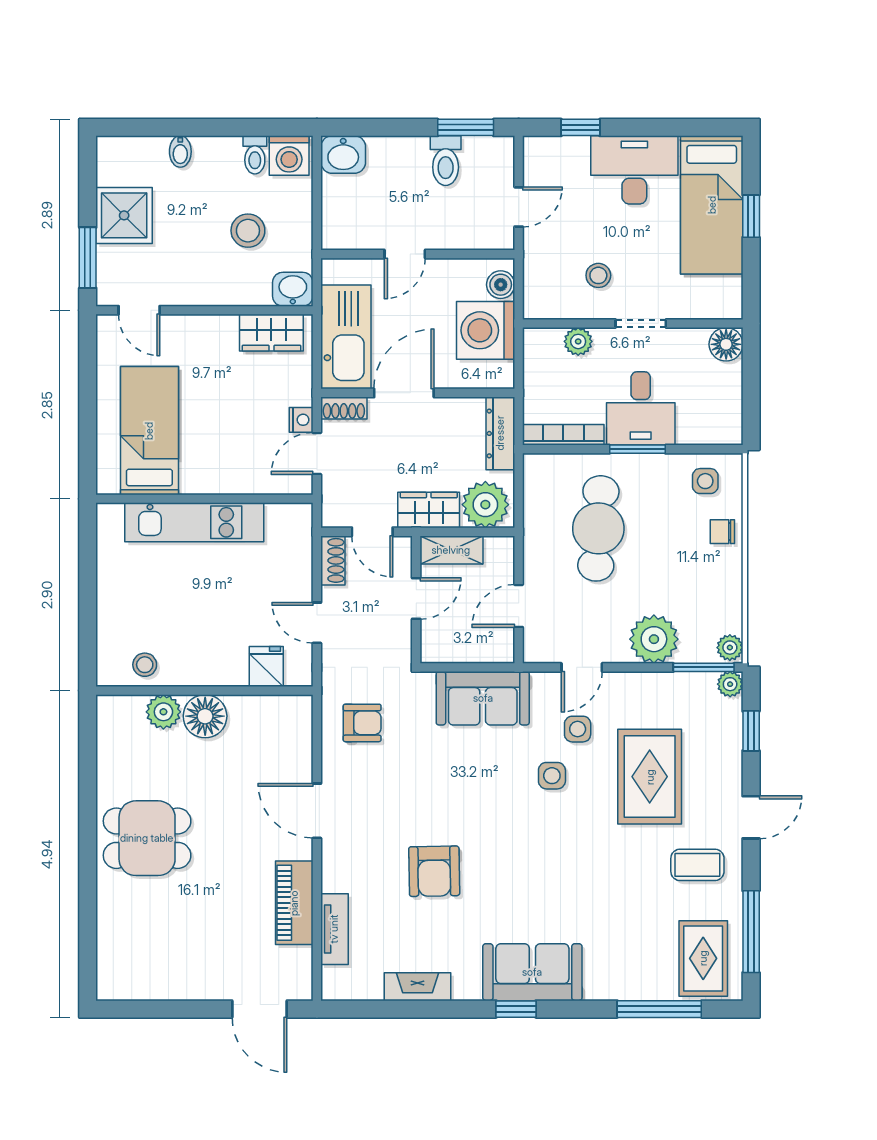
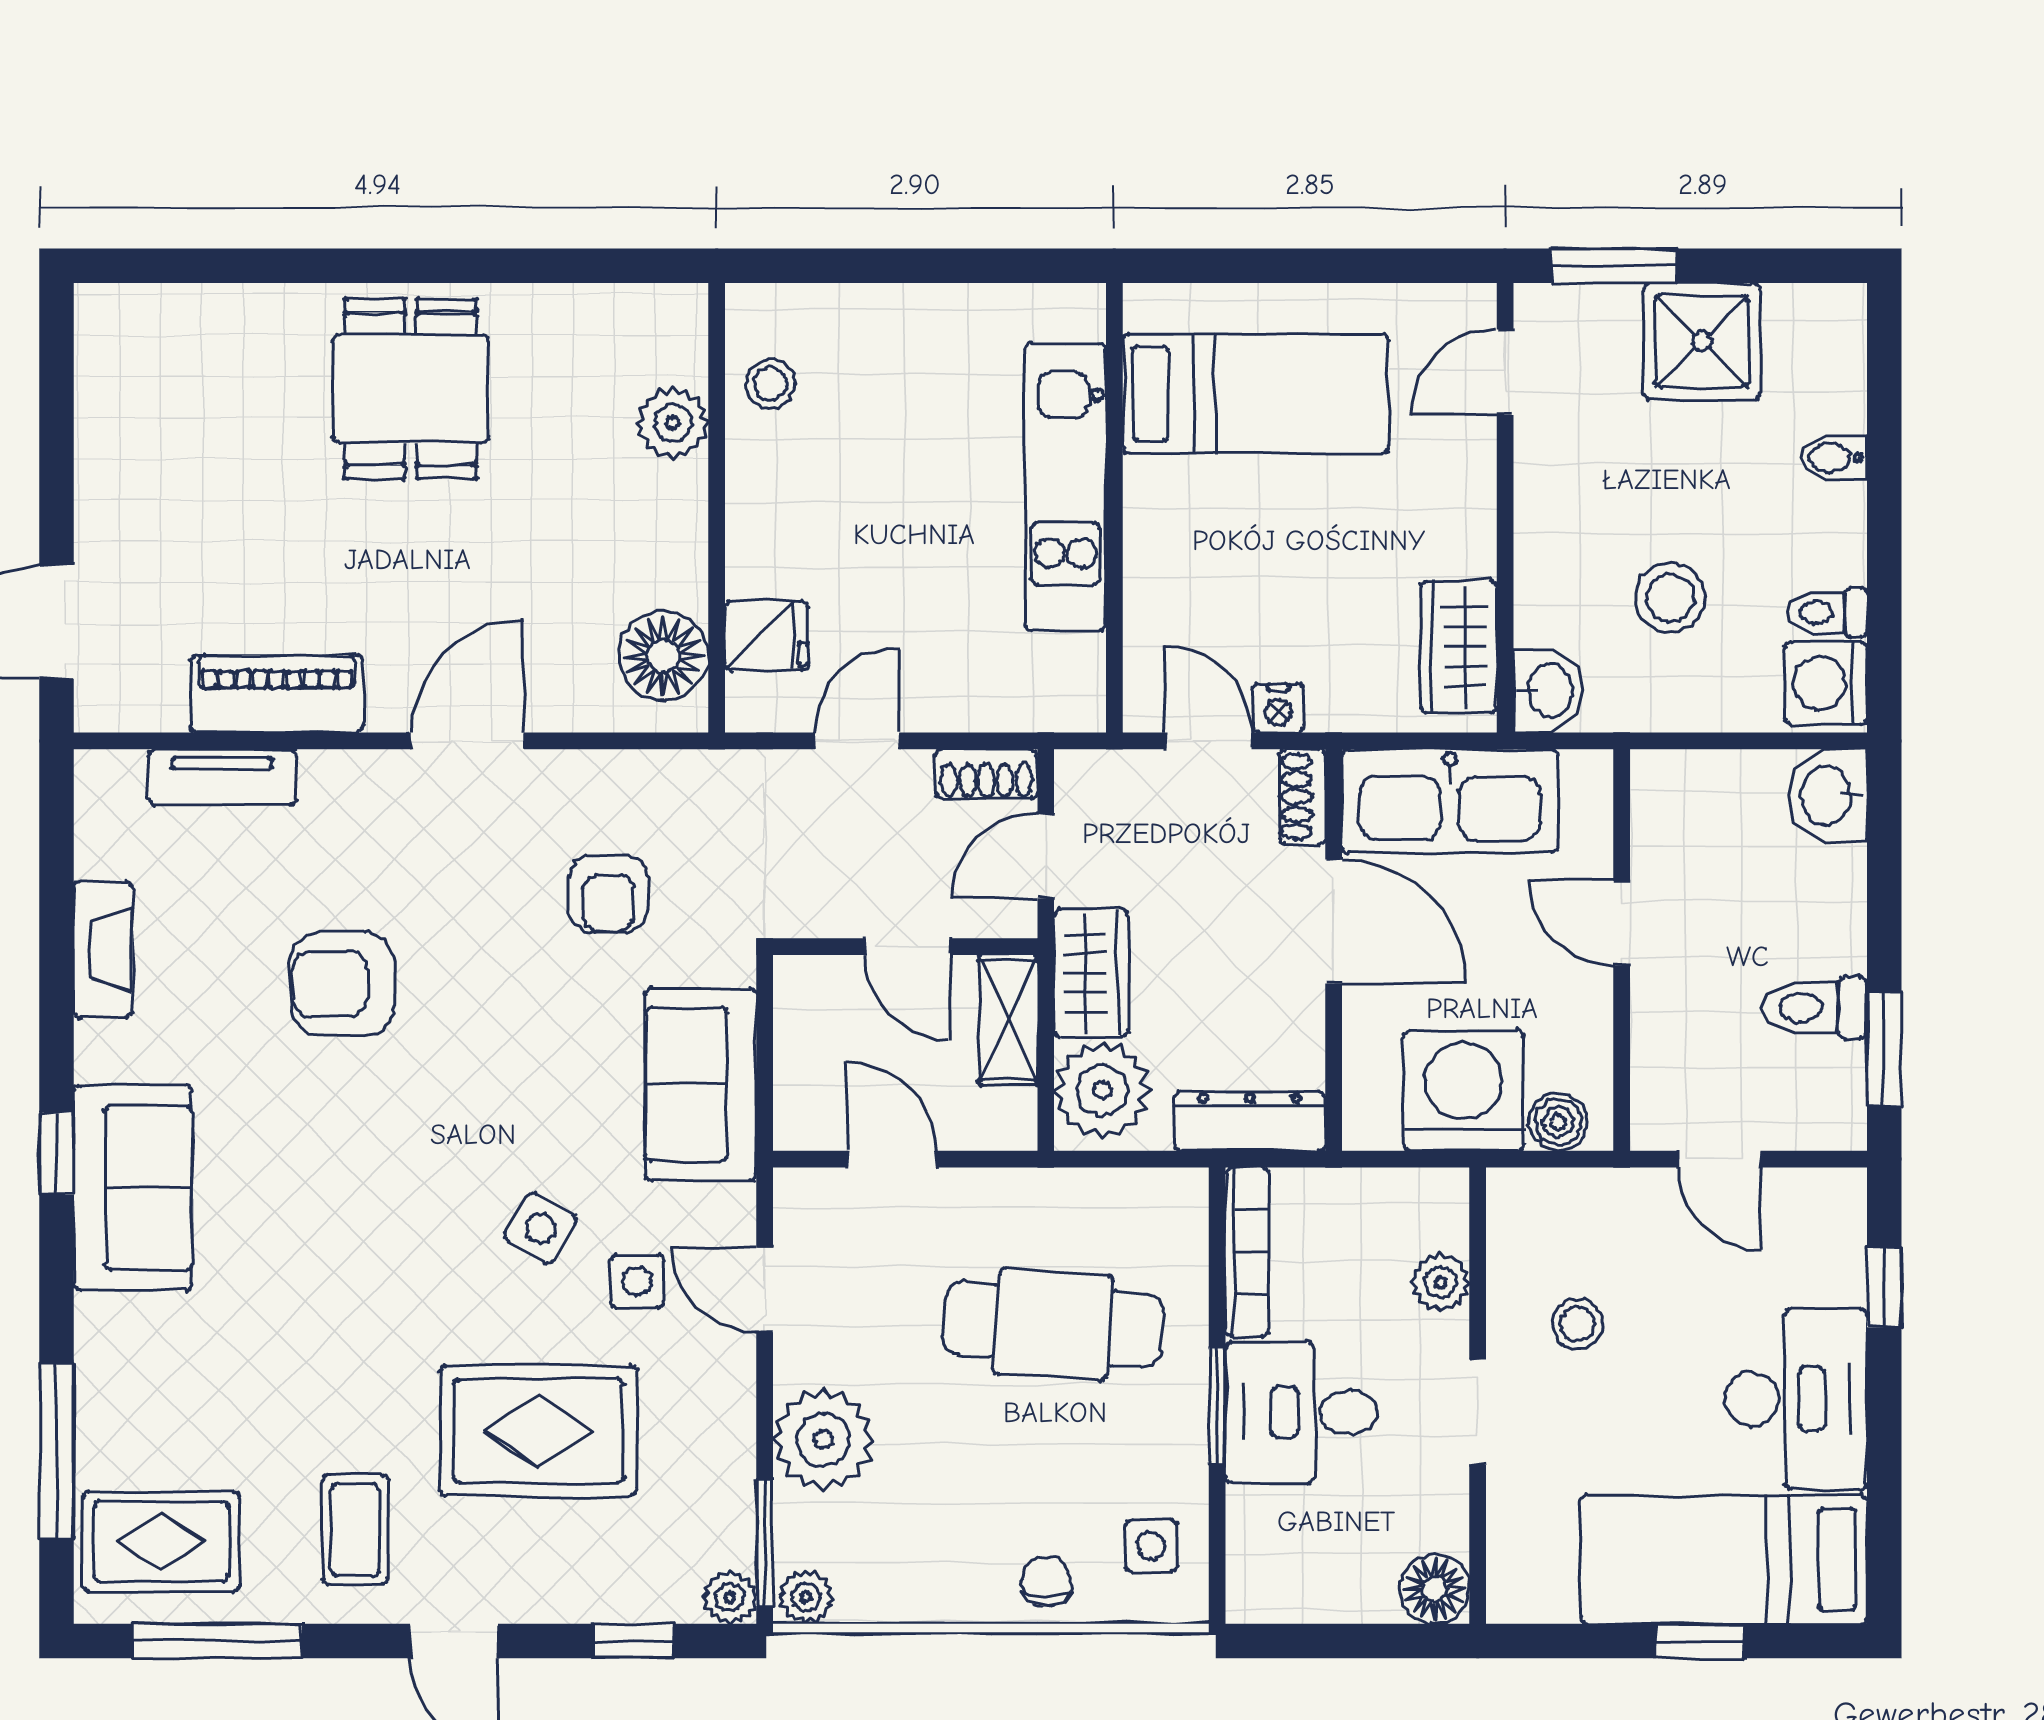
floor lamp: (205, 716) -> (663, 656), moved
armchair: (362, 723) -> (608, 893), moved
side table: (552, 776) -> (540, 1228), turned 31

